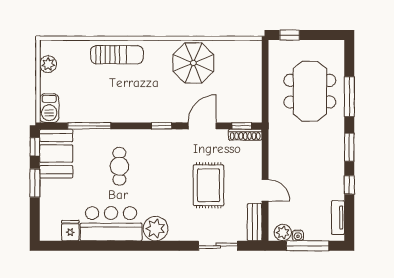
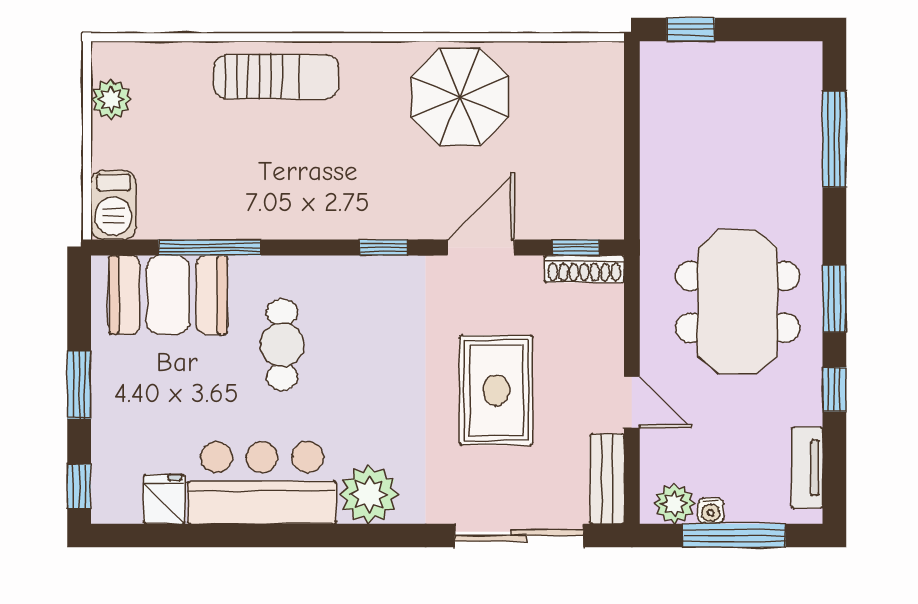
meeting table: (310, 91) -> (738, 302), moved
window: (349, 97) -> (834, 139), moved
window: (35, 147) -> (79, 486), moved
booth: (56, 154) -> (168, 295), moved, turned 90
sliding door: (218, 246) -> (519, 536), width x1.37

